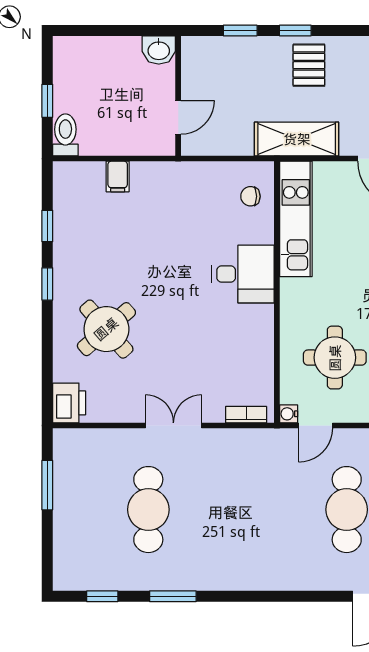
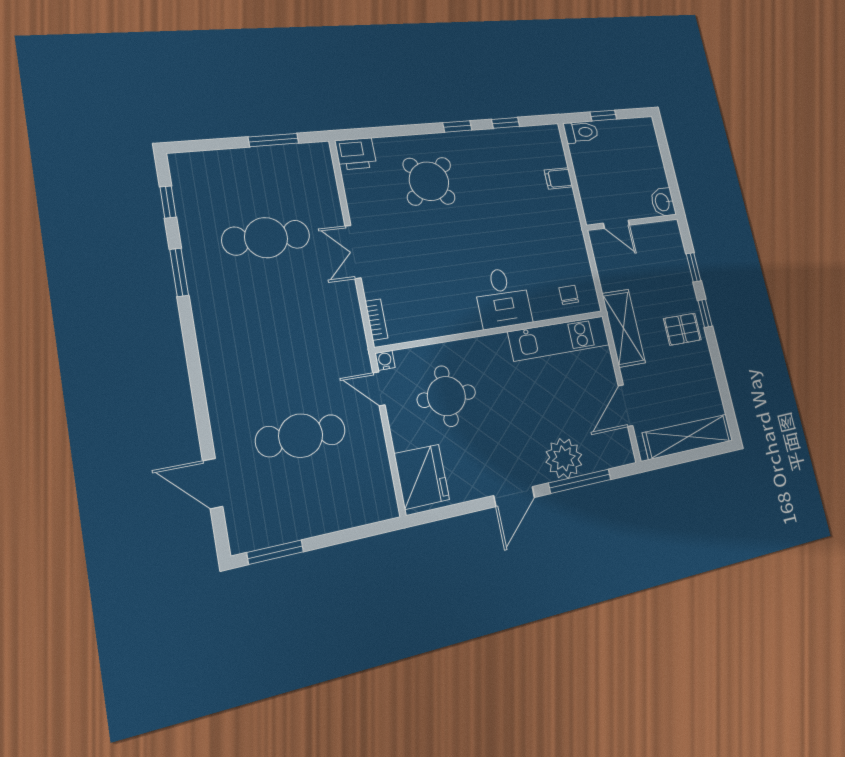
double door: (173, 425) -> (353, 252), swing flipped

